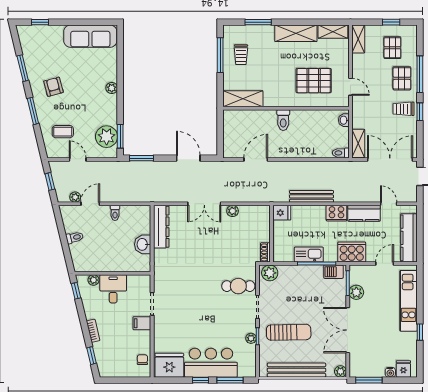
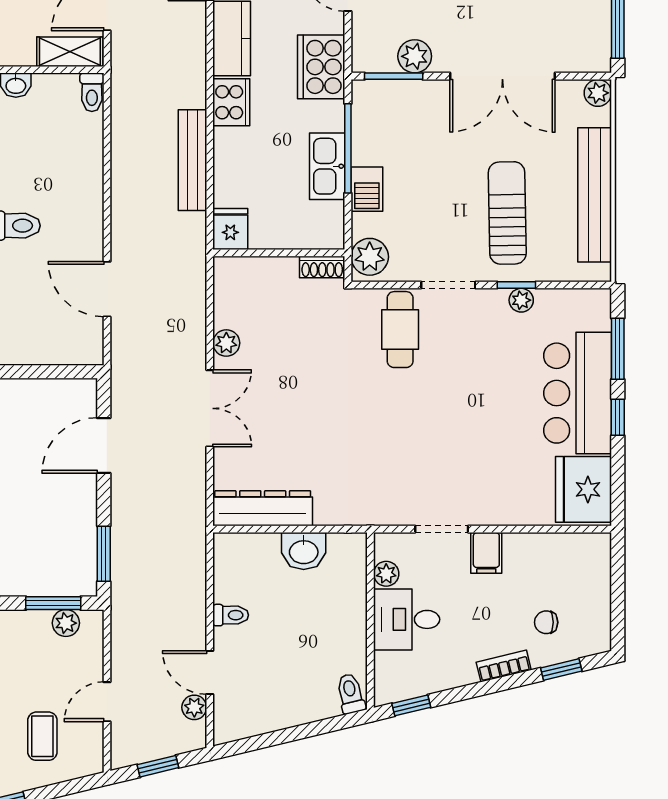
plant: (107, 137) -> (66, 623), width x0.53, depth x0.53
toilet: (75, 237) -> (351, 694), moved
barbecue: (333, 272) -> (367, 189), moved
plant: (93, 280) -> (386, 574), moved
chair: (142, 360) -> (546, 622), moved

